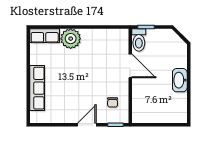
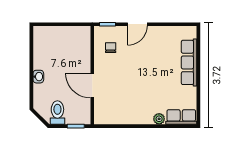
plant: (71, 39) -> (159, 119), width x0.53, depth x0.53
toilet: (139, 40) -> (57, 113), moved
washbasin: (180, 80) -> (38, 77), width x0.52, depth x0.69

